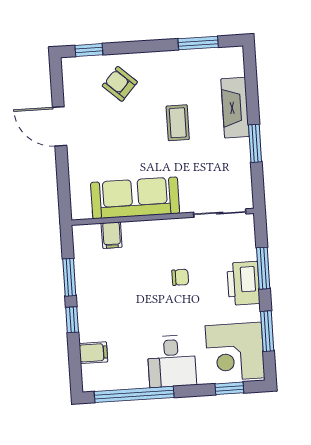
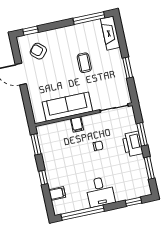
window: (198, 43) -> (89, 18), width x1.44
armchair: (120, 84) -> (38, 51), moved
fireplace: (235, 108) -> (110, 33), moved
filing cabinet: (112, 235) -> (77, 124), moved
window: (69, 277) -> (36, 144), moved
corner desk: (235, 352) -> (134, 182), removed

